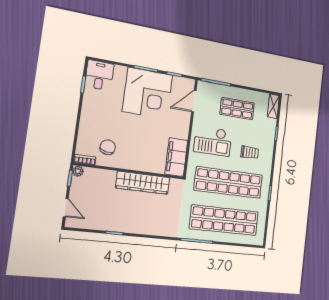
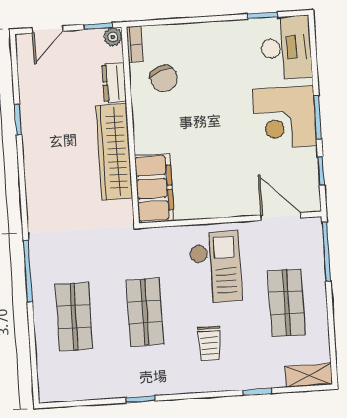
desk: (99, 75) -> (286, 48), width x1.37
corner desk: (148, 93) -> (285, 117), width x0.74, depth x0.74
checkout: (213, 141) -> (215, 267), turned 180
chair: (108, 147) -> (164, 78), turned 57
filing cabinet: (176, 157) -> (154, 188), moved, turned 90
dresser: (105, 175) -> (114, 83), added
shop shelf: (229, 183) -> (145, 312), width x0.50, depth x0.74
shop shelf: (224, 220) -> (74, 317), width x0.50, depth x0.74

